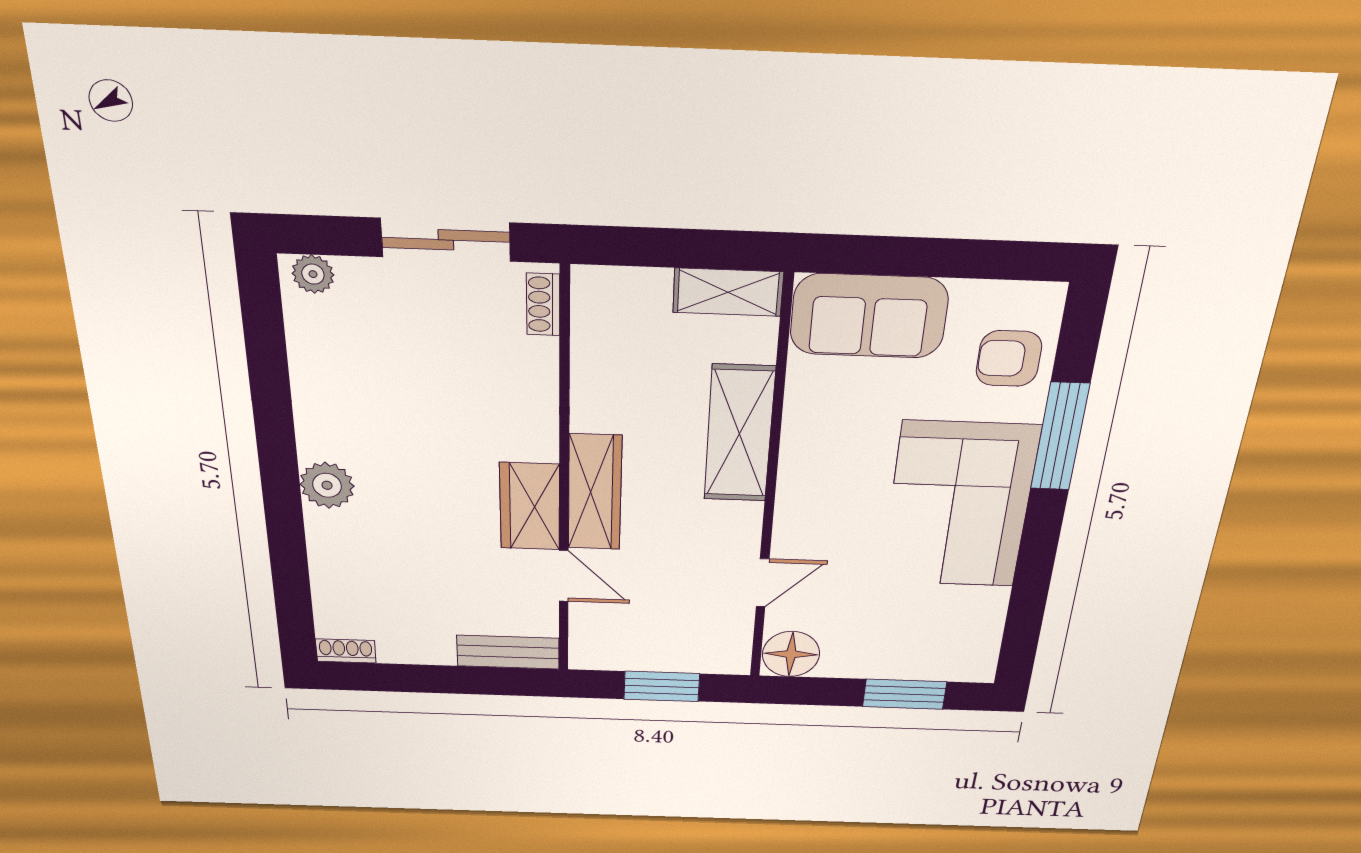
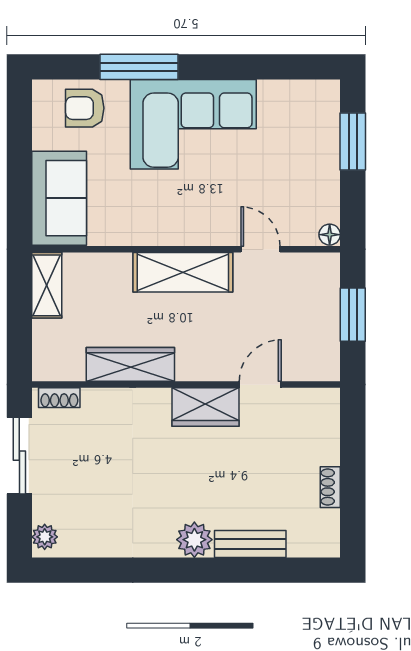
armchair: (1009, 359) -> (85, 108), turned 90
shelving: (739, 434) -> (183, 272), moved
wardrobe: (595, 492) -> (130, 364), moved
shoe rack: (346, 651) -> (330, 487), moved
bench: (508, 652) -> (250, 544), moved, turned 90
floor lamp: (791, 654) -> (330, 235), width x0.53, depth x0.53

